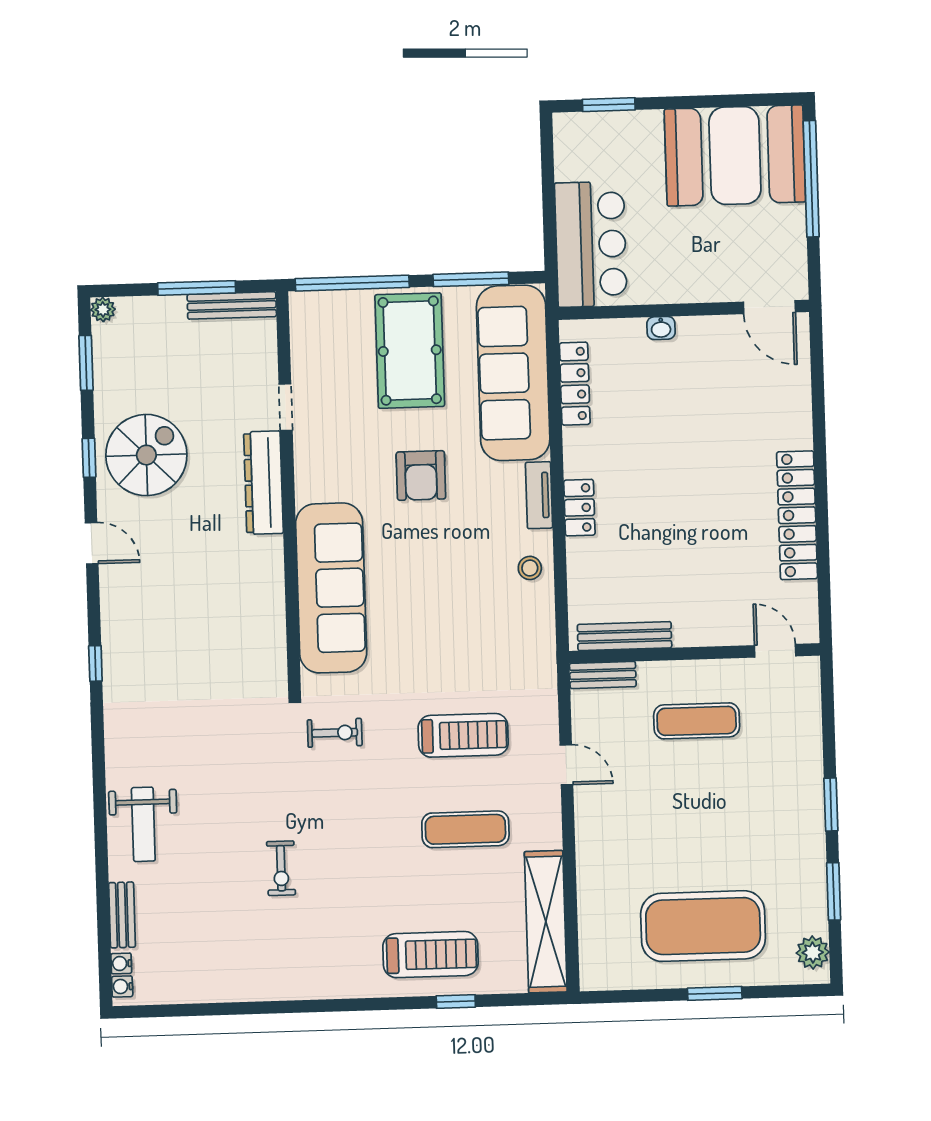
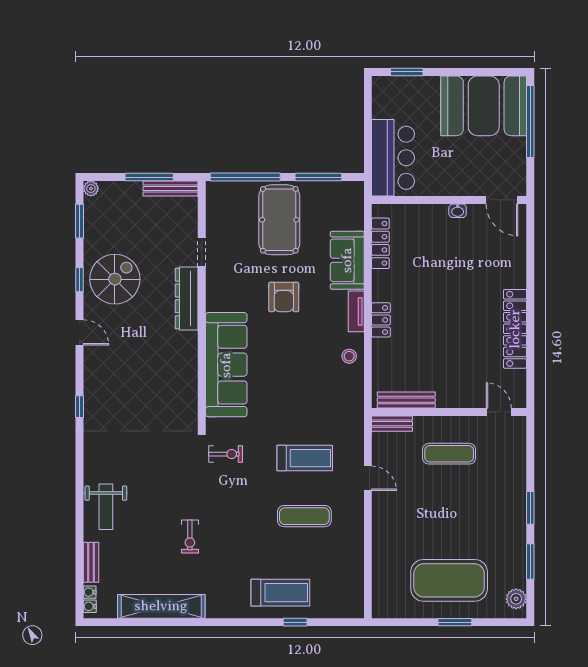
washbasin: (661, 328) -> (458, 211), moved
sofa: (513, 373) -> (347, 260), width x0.54, depth x0.79
shelving: (546, 922) -> (161, 606), moved, turned 90

